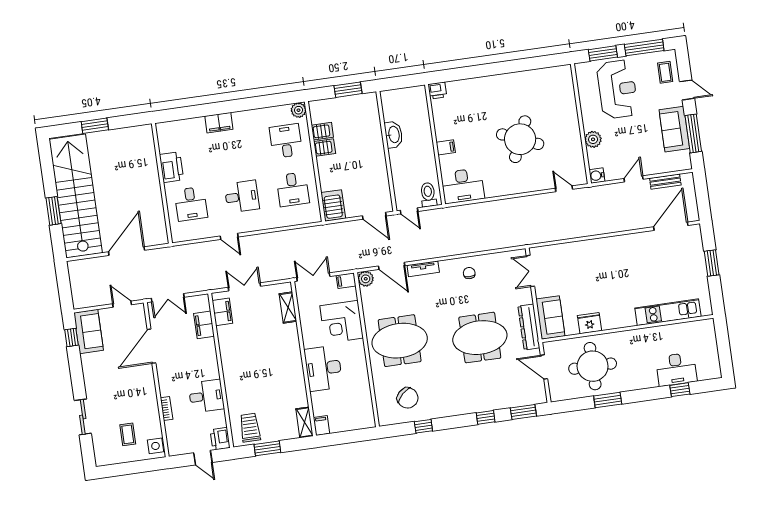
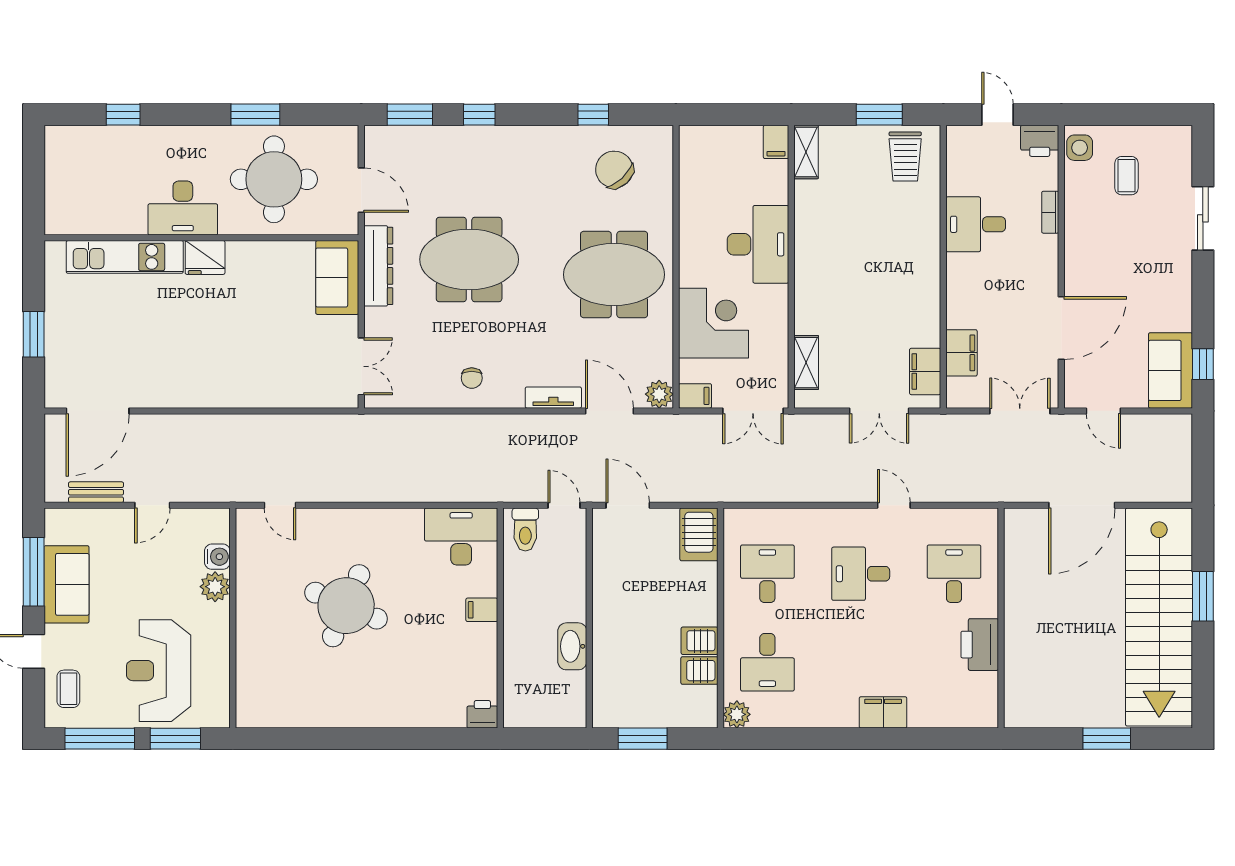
water cooler: (597, 176) -> (217, 557), moved
fridge: (589, 323) -> (205, 257), moved
desk: (676, 369) -> (183, 208), moved, turned 180
printer: (220, 439) -> (1040, 141), moved, turned 90

